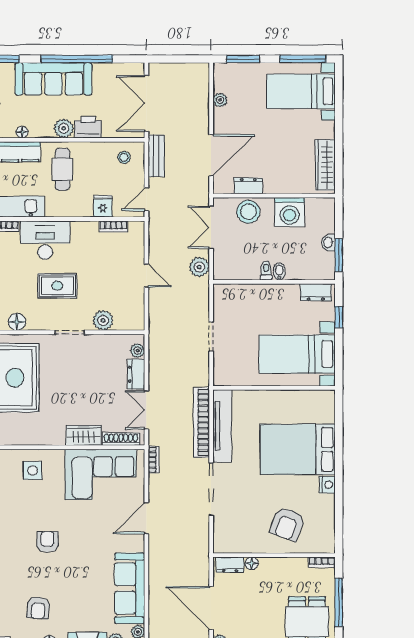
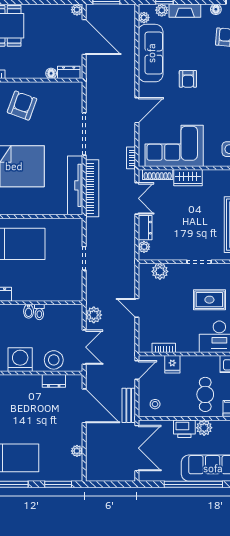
door: (211, 155) -> (84, 406), swing flipped
plant: (103, 320) -> (160, 271), moved
armchair: (47, 542) -> (188, 79), moved

